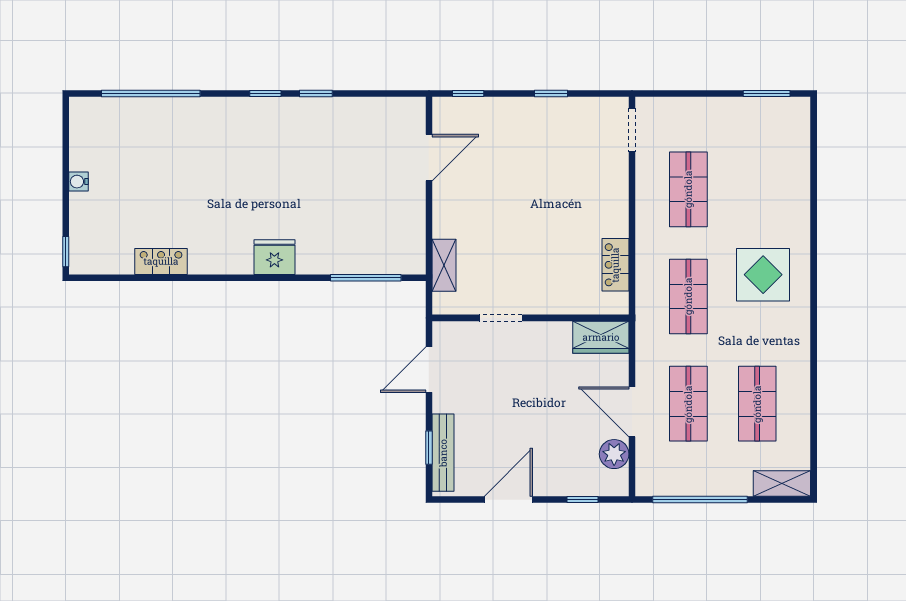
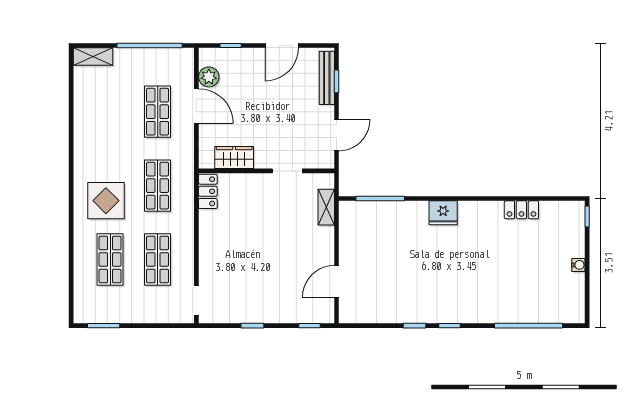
locker: (615, 265) -> (208, 191), moved
wardrobe: (601, 337) -> (234, 157), moved
shop shelf: (757, 404) -> (110, 260), moved

